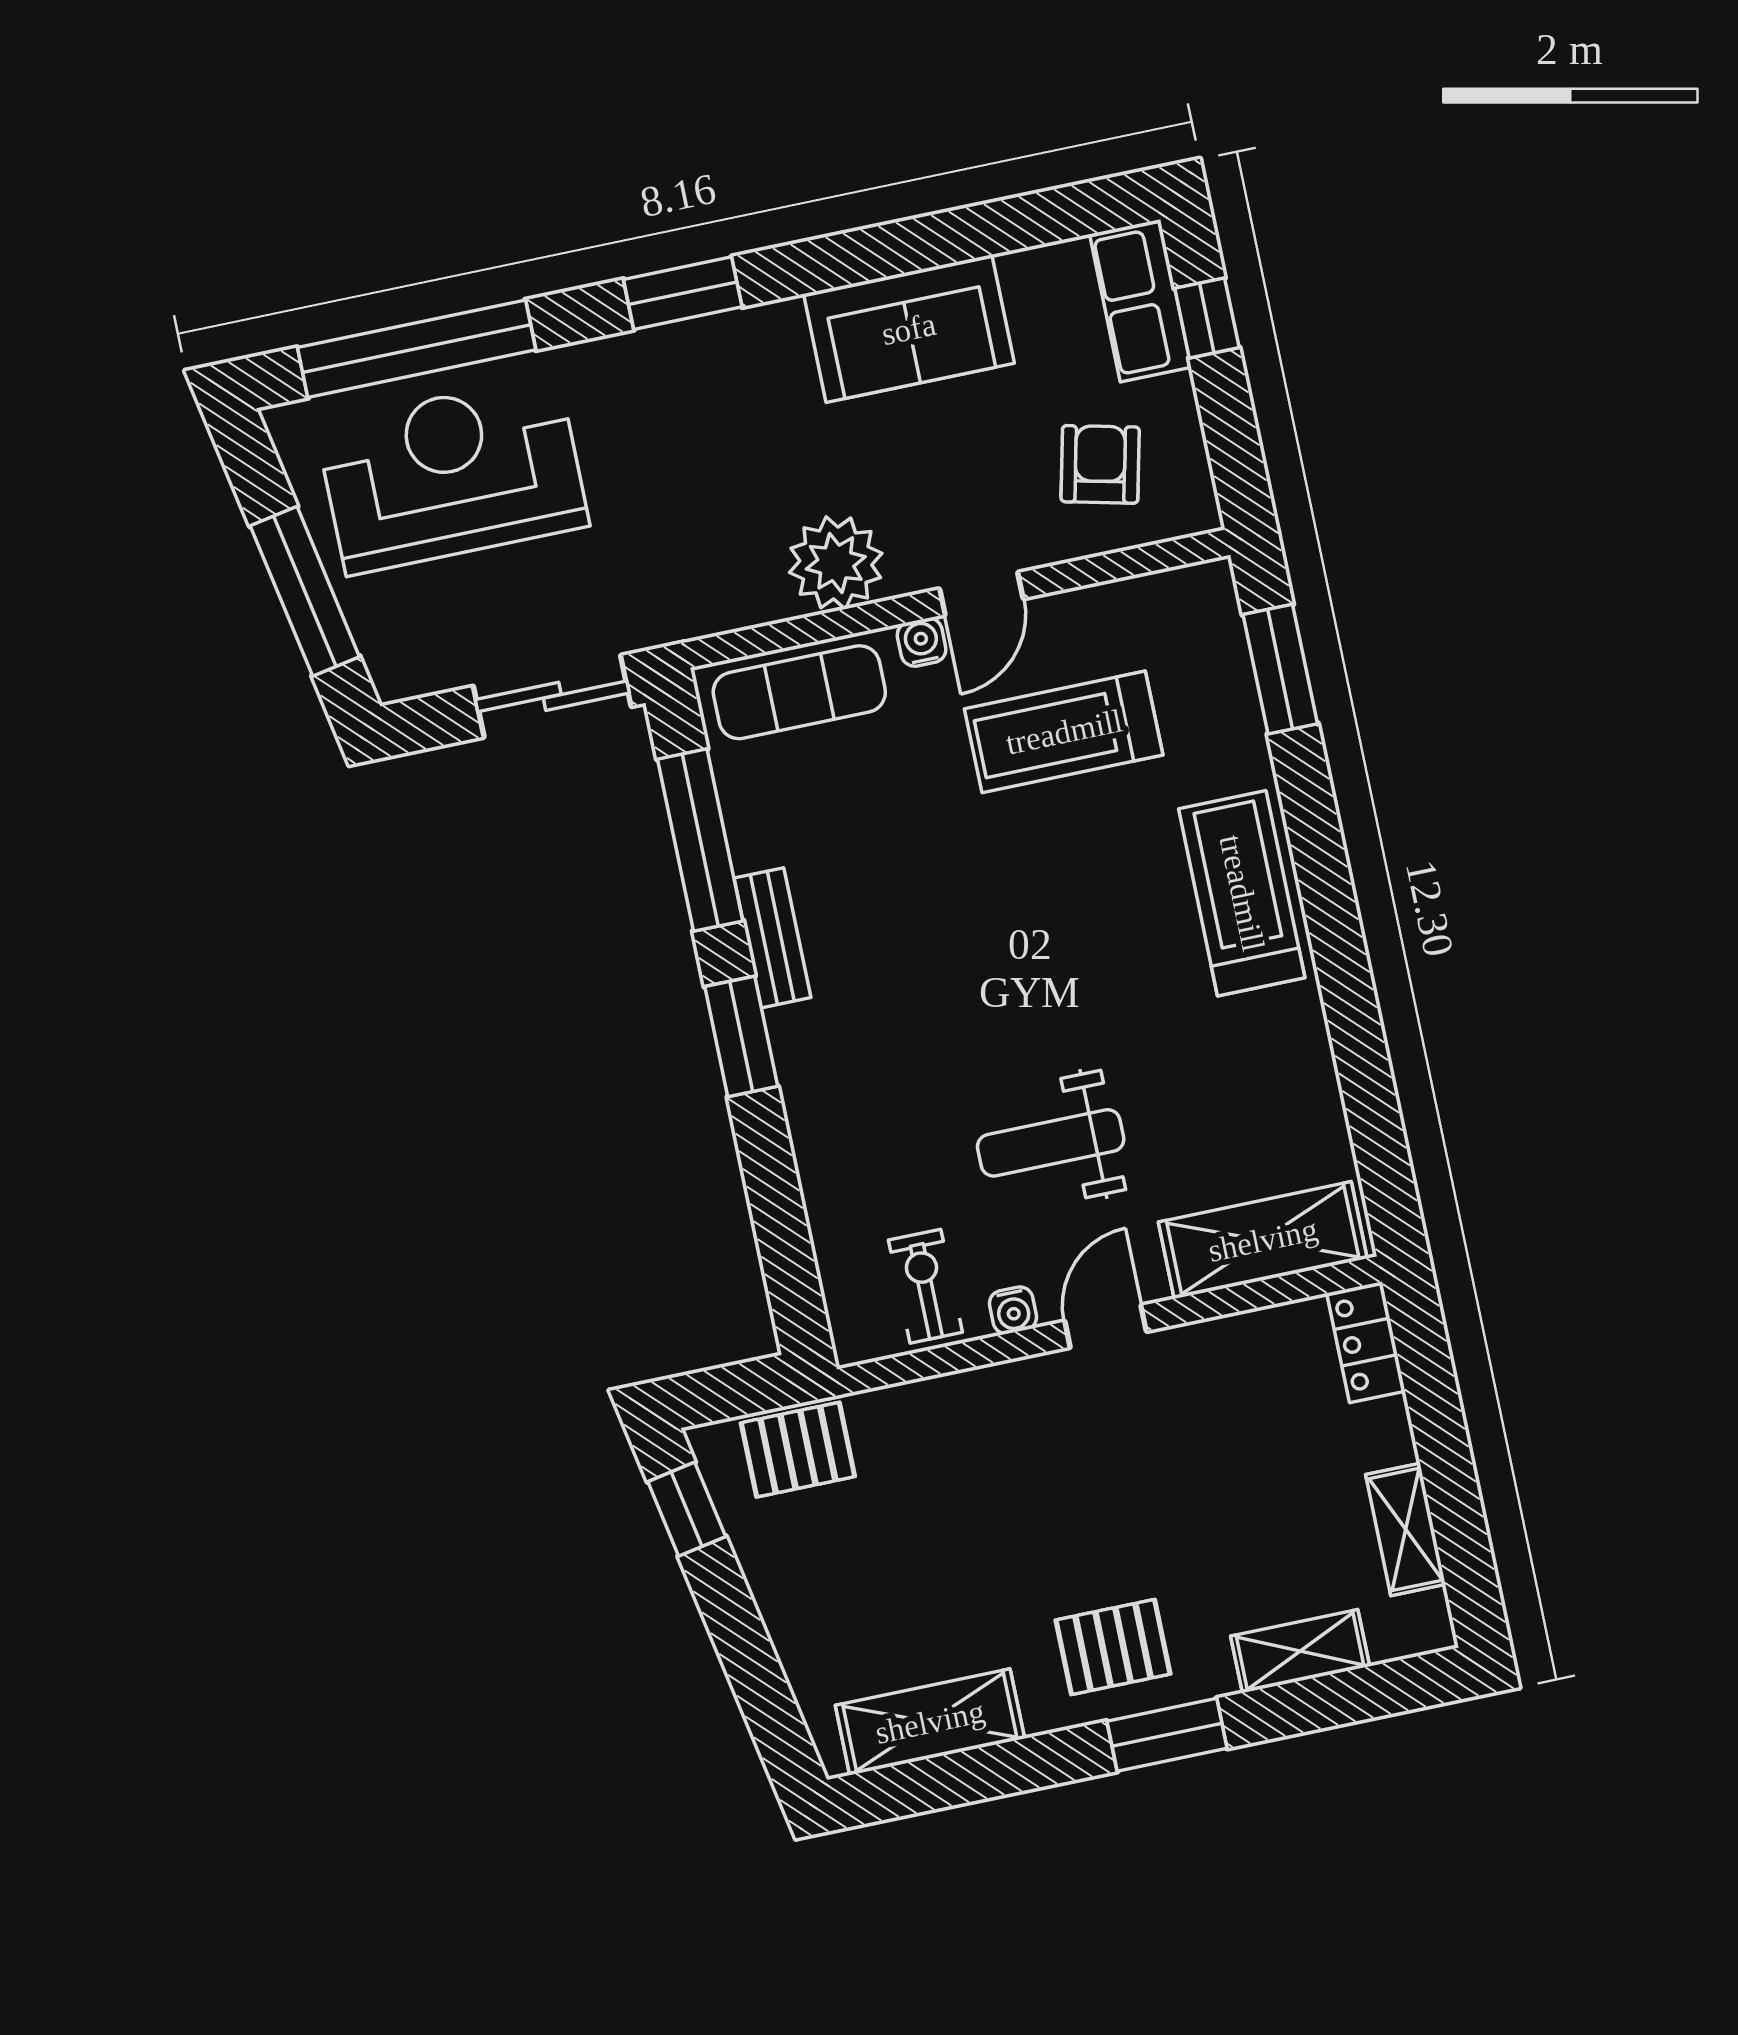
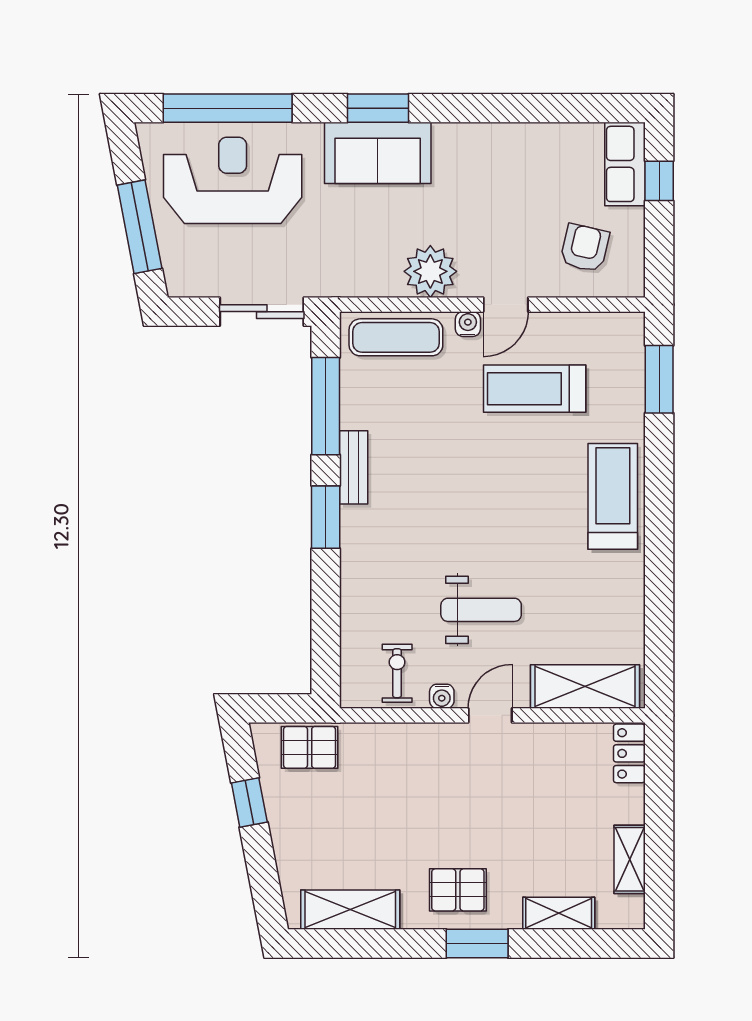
sofa: (909, 329) -> (378, 153), moved
weight bench: (1051, 1143) -> (481, 610), turned 180
window: (687, 1509) -> (249, 802), moved

